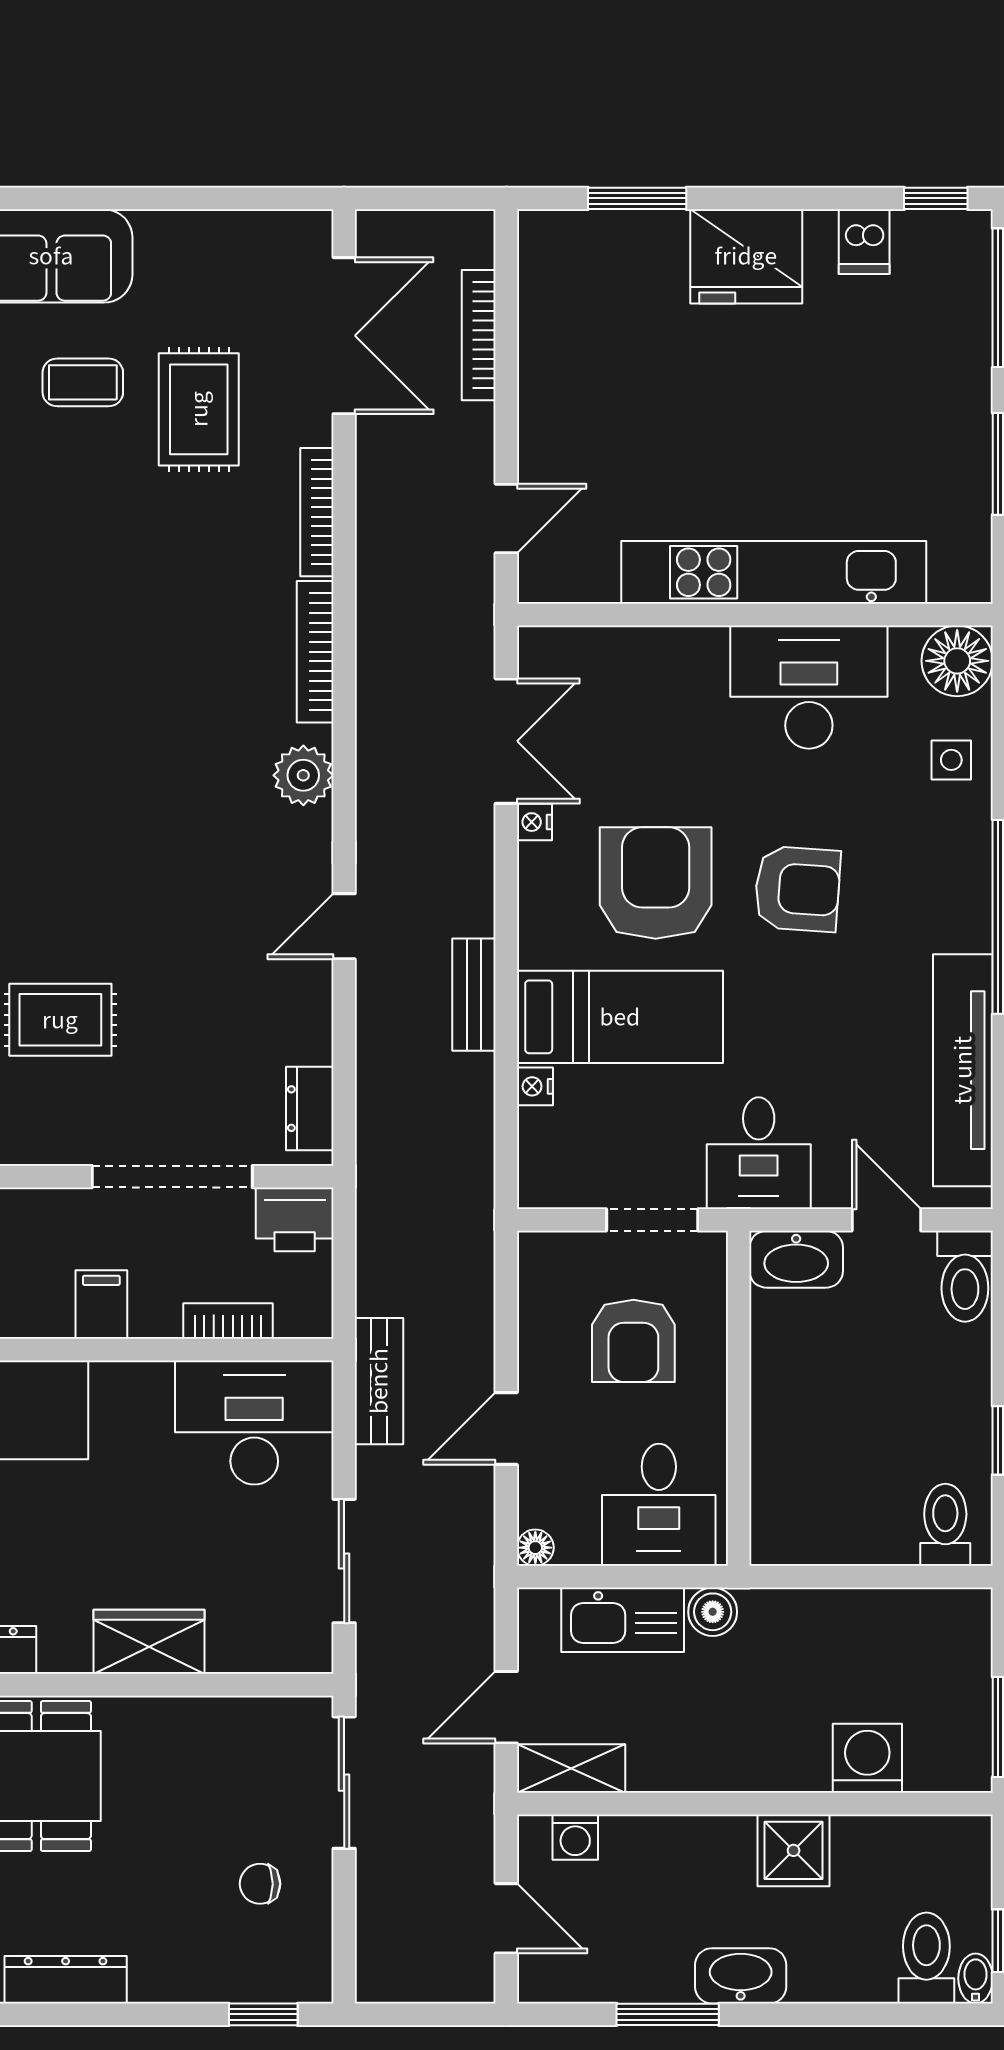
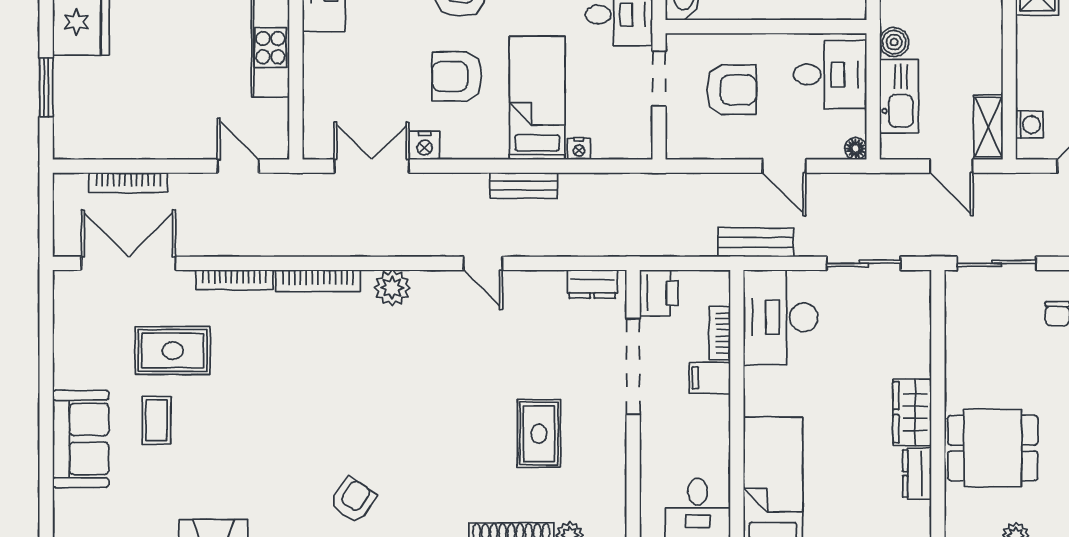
nightstand: (534, 822) -> (425, 145), width x1.39, depth x1.35
armchair: (656, 883) -> (457, 76), width x0.73, depth x0.73
filing cabinet: (101, 1304) -> (710, 378), moved
wardrobe: (149, 1642) -> (912, 412), moved

